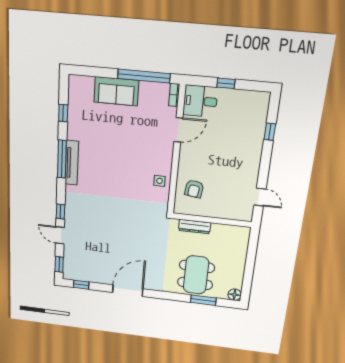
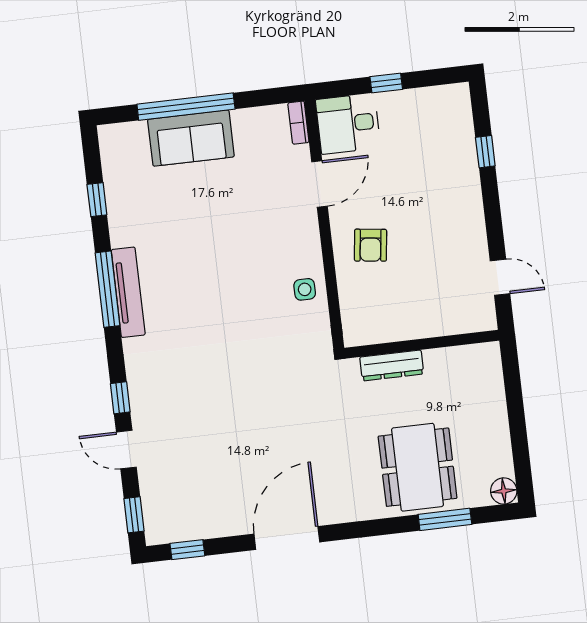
window: (144, 76) -> (186, 107), moved
armchair: (194, 189) -> (371, 245), moved

